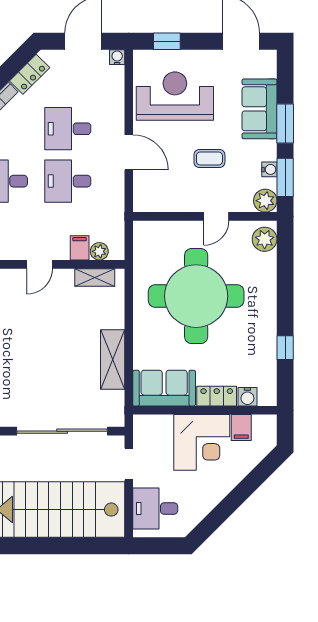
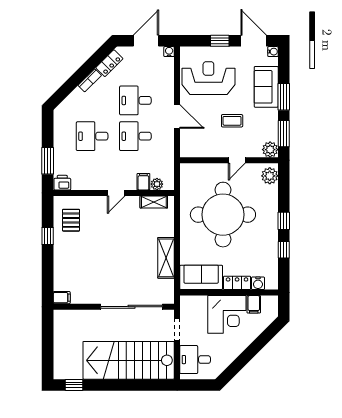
window: (167, 41) -> (220, 41), moved
water cooler: (269, 169) -> (273, 52), moved
window: (285, 305) -> (284, 221), added

